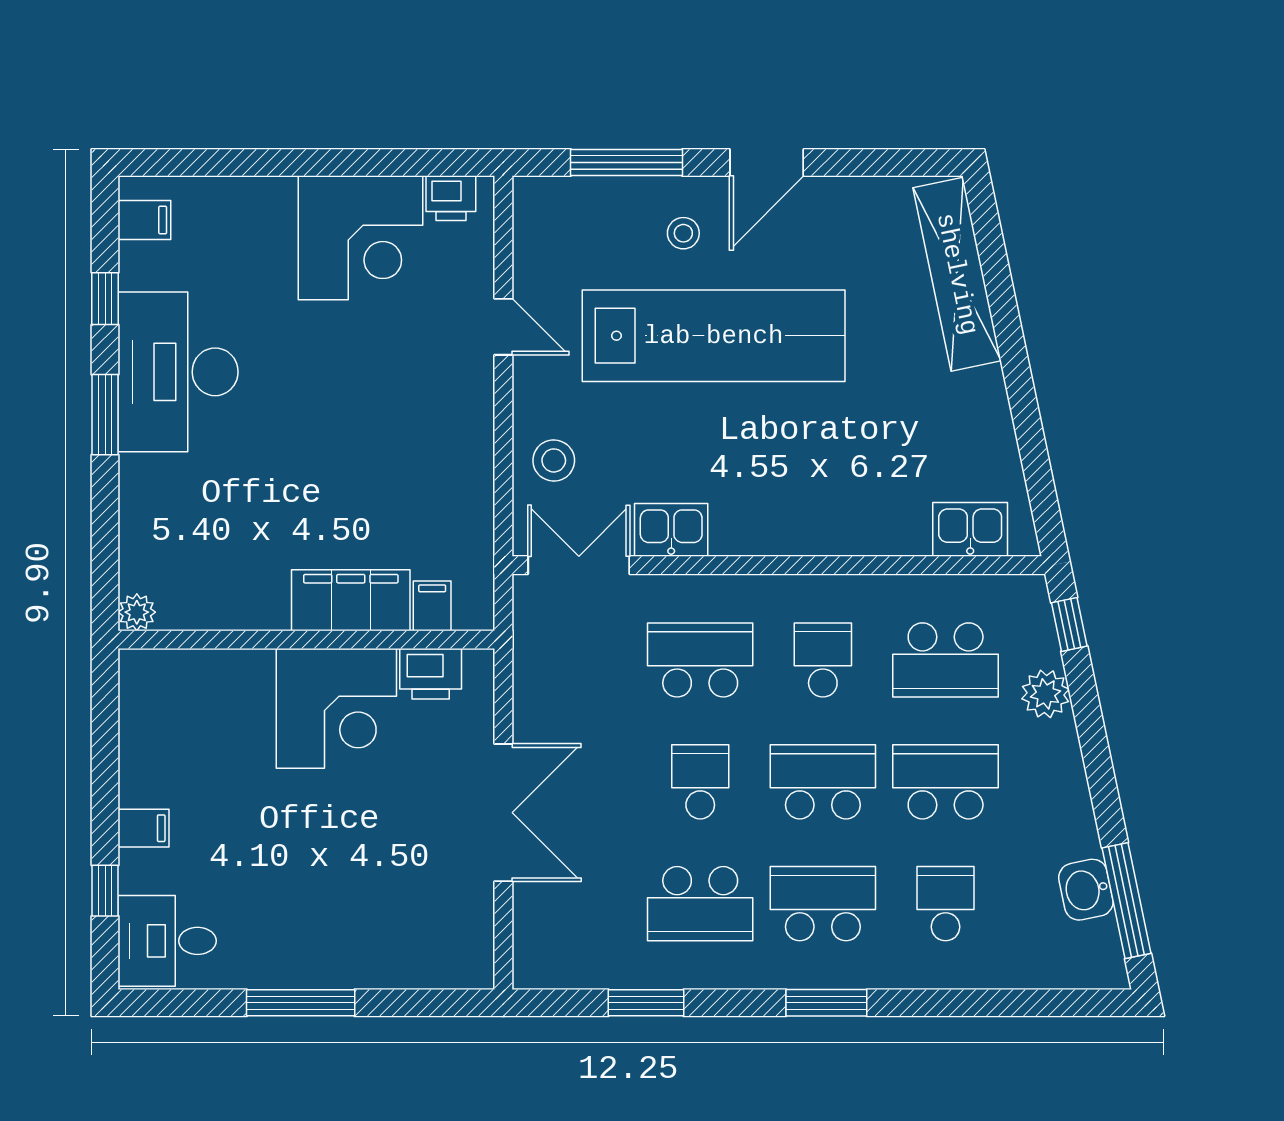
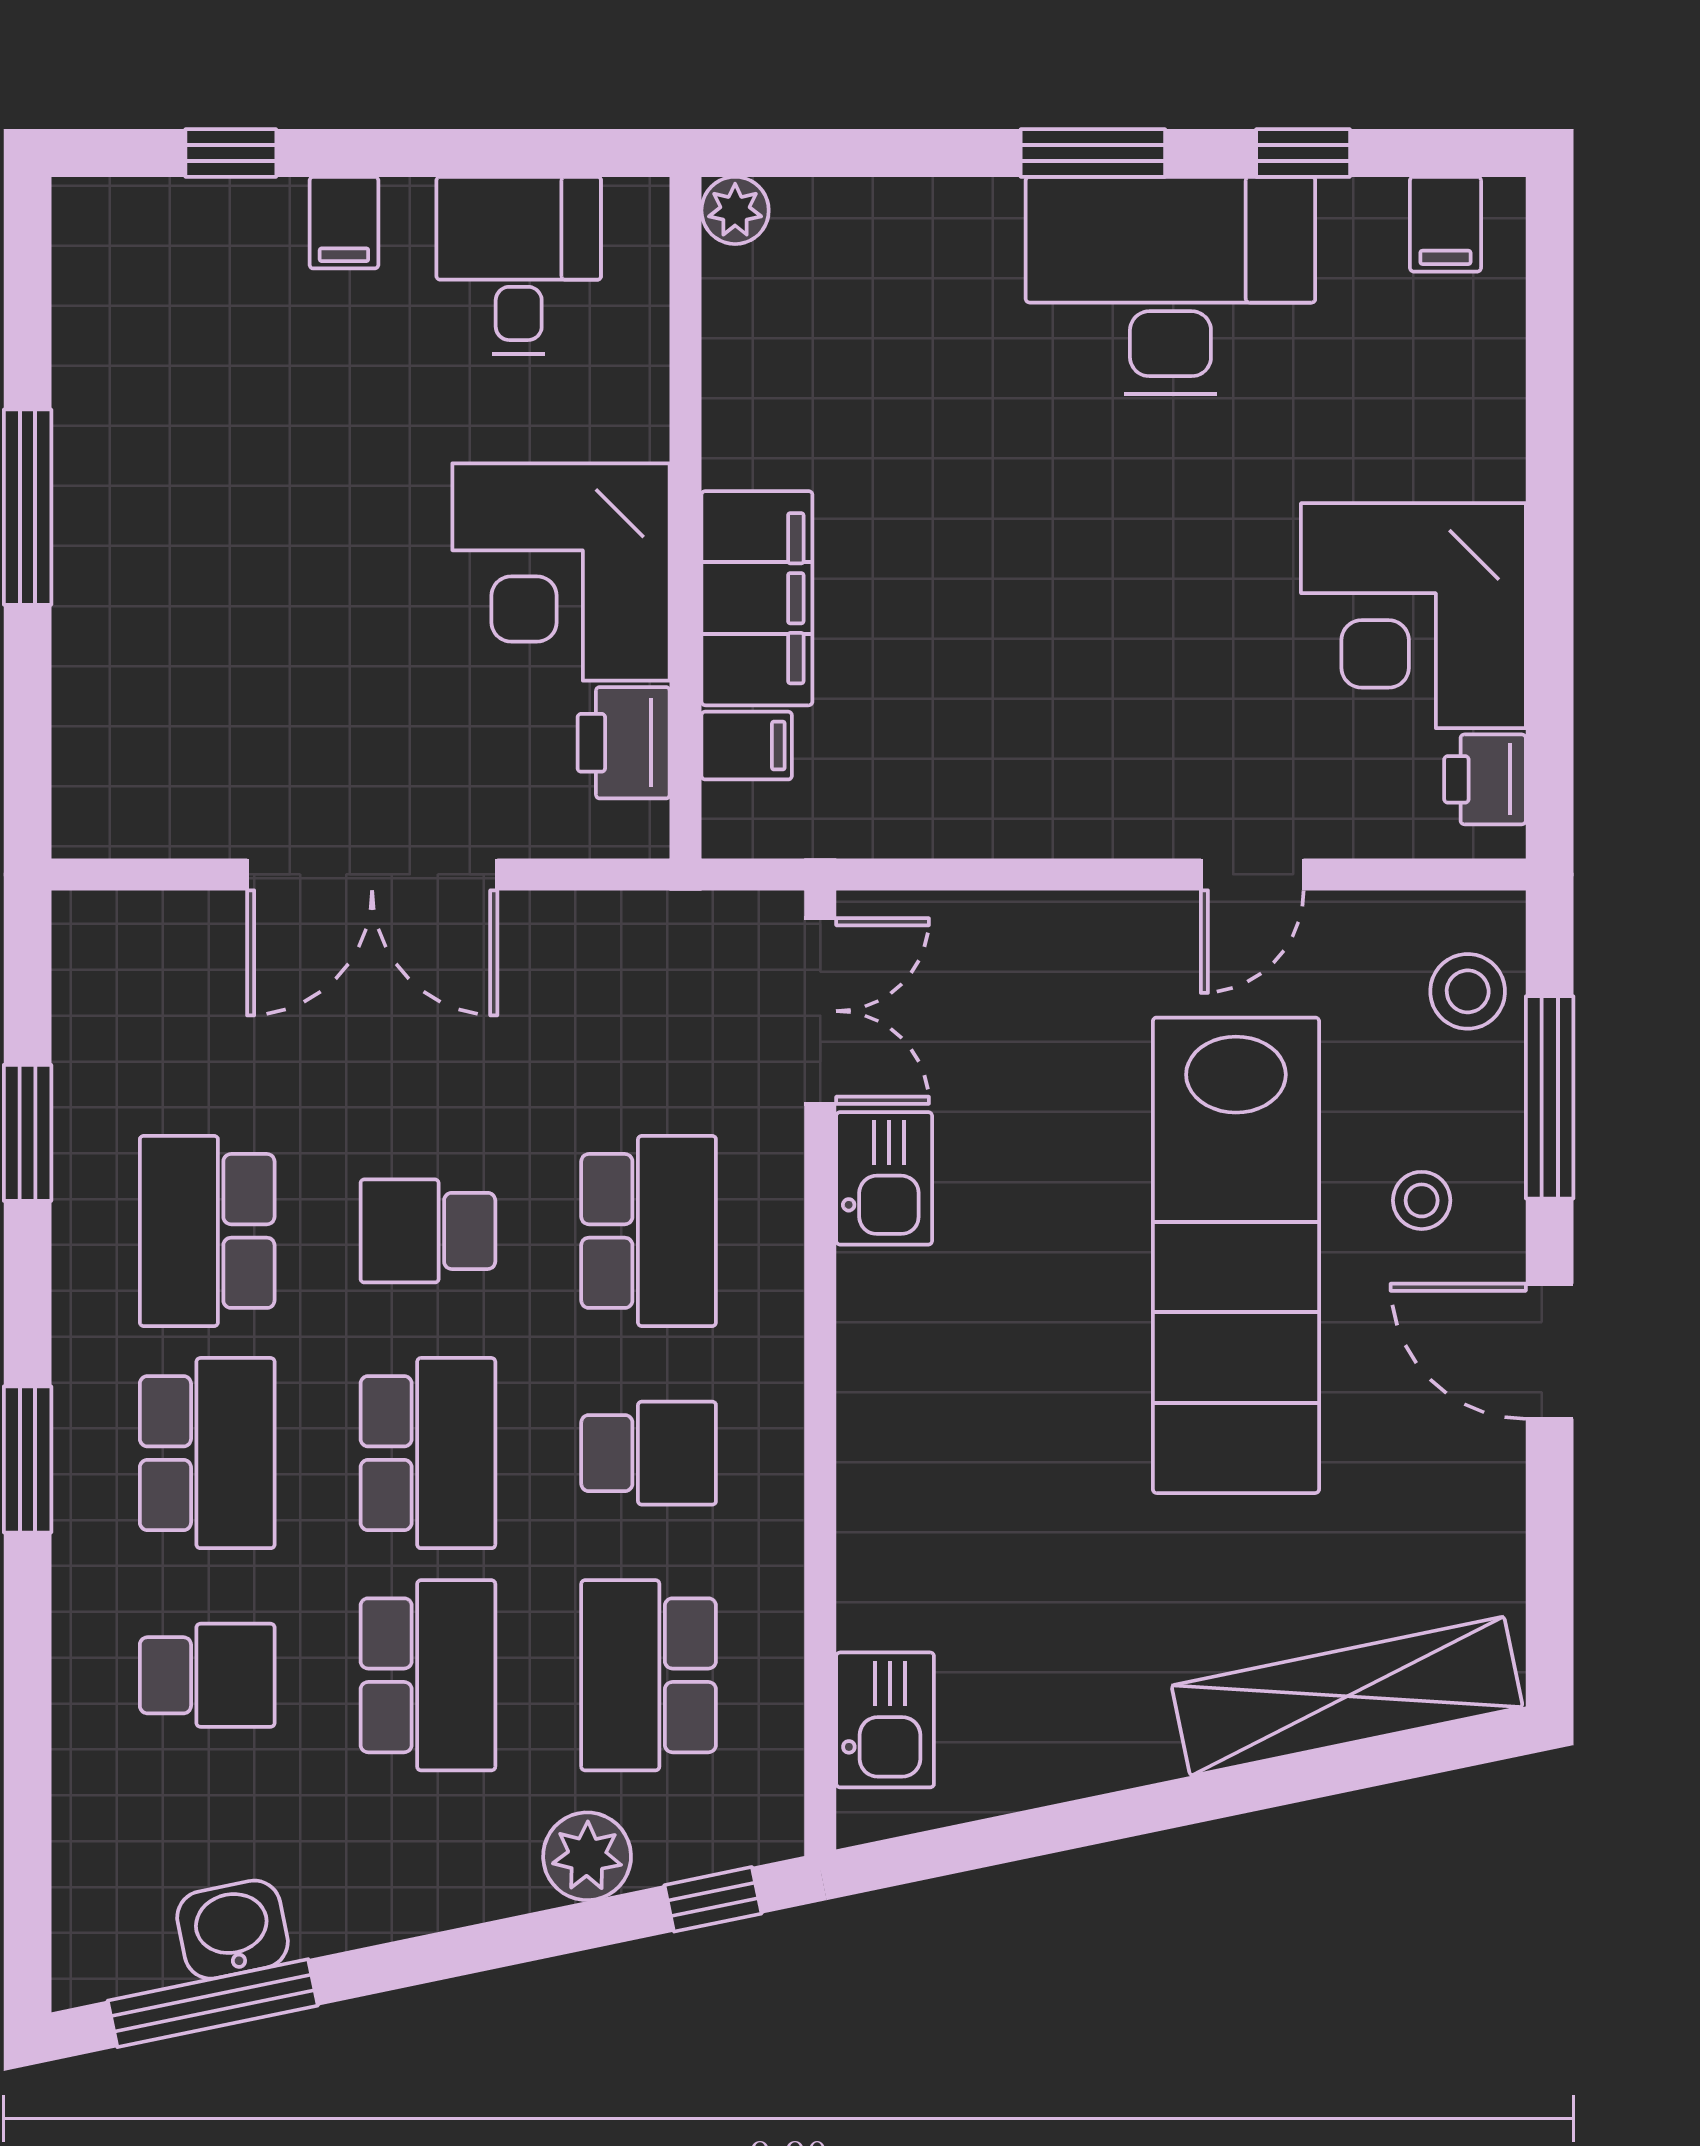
stool: (554, 460) -> (1468, 991), moved
school desk: (700, 782) -> (428, 1231), turned 180
desk: (167, 941) -> (519, 266), moved

